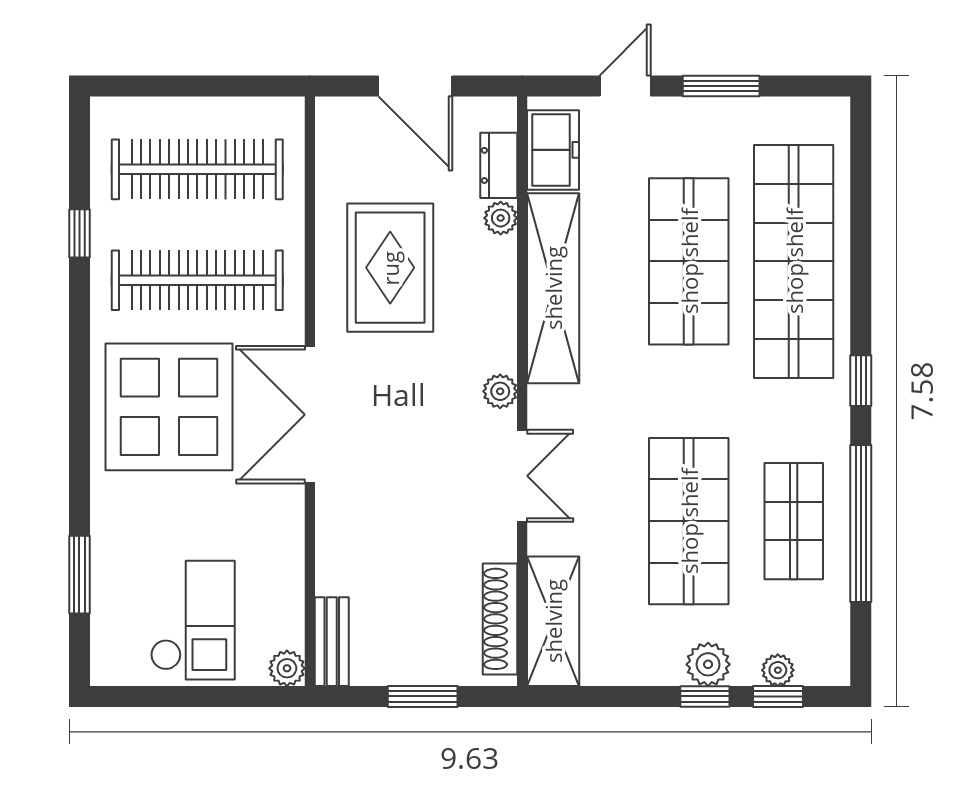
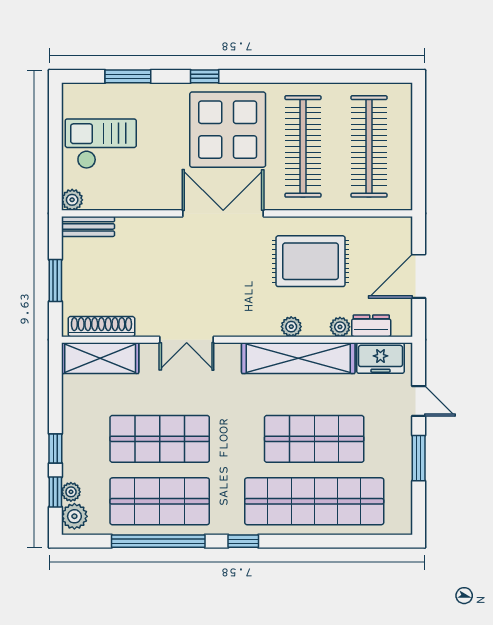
window: (79, 233) -> (205, 76), moved
plant: (500, 391) -> (291, 327), moved
shop shelf: (794, 521) -> (160, 501), width x1.43, depth x1.36
checkout: (193, 620) -> (101, 144), turned 180
plant: (708, 664) -> (74, 516), moved

